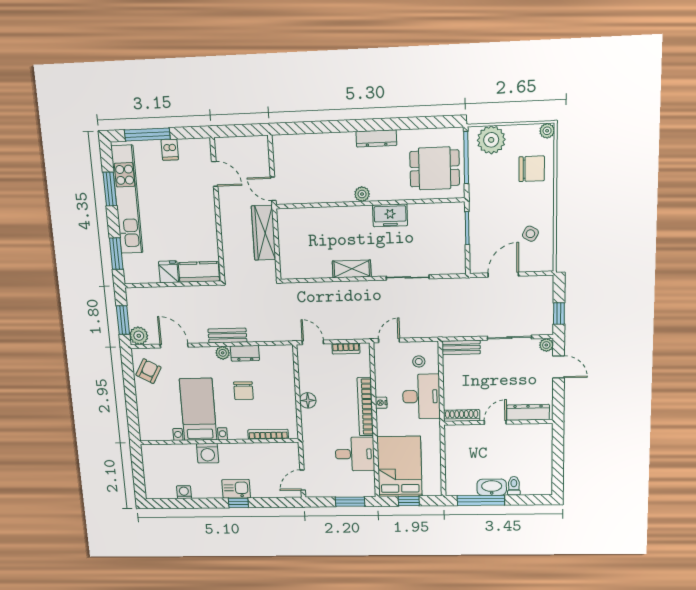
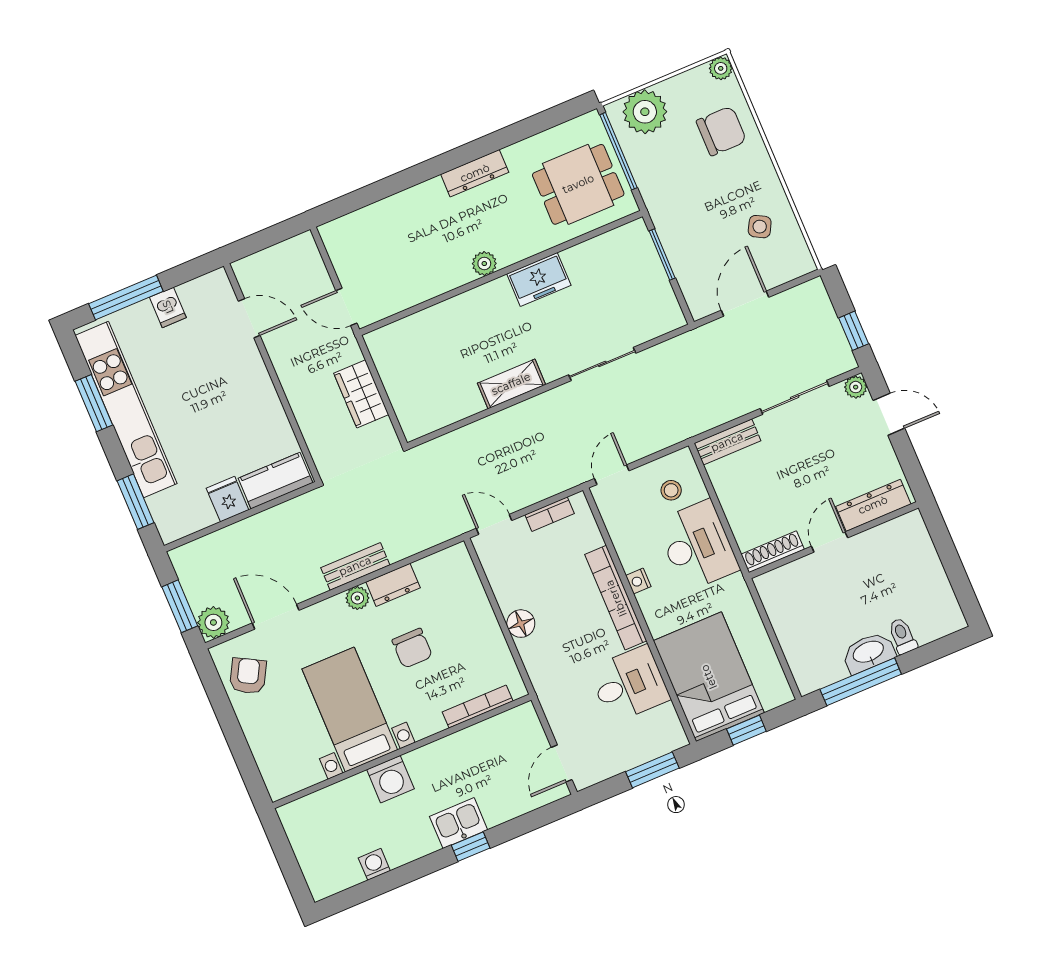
wardrobe: (263, 233) -> (361, 394), width x0.67

